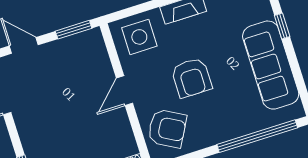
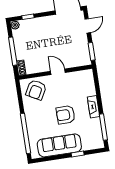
side table: (139, 37) -> (83, 83), removed
armchair: (191, 78) -> (66, 115), moved

